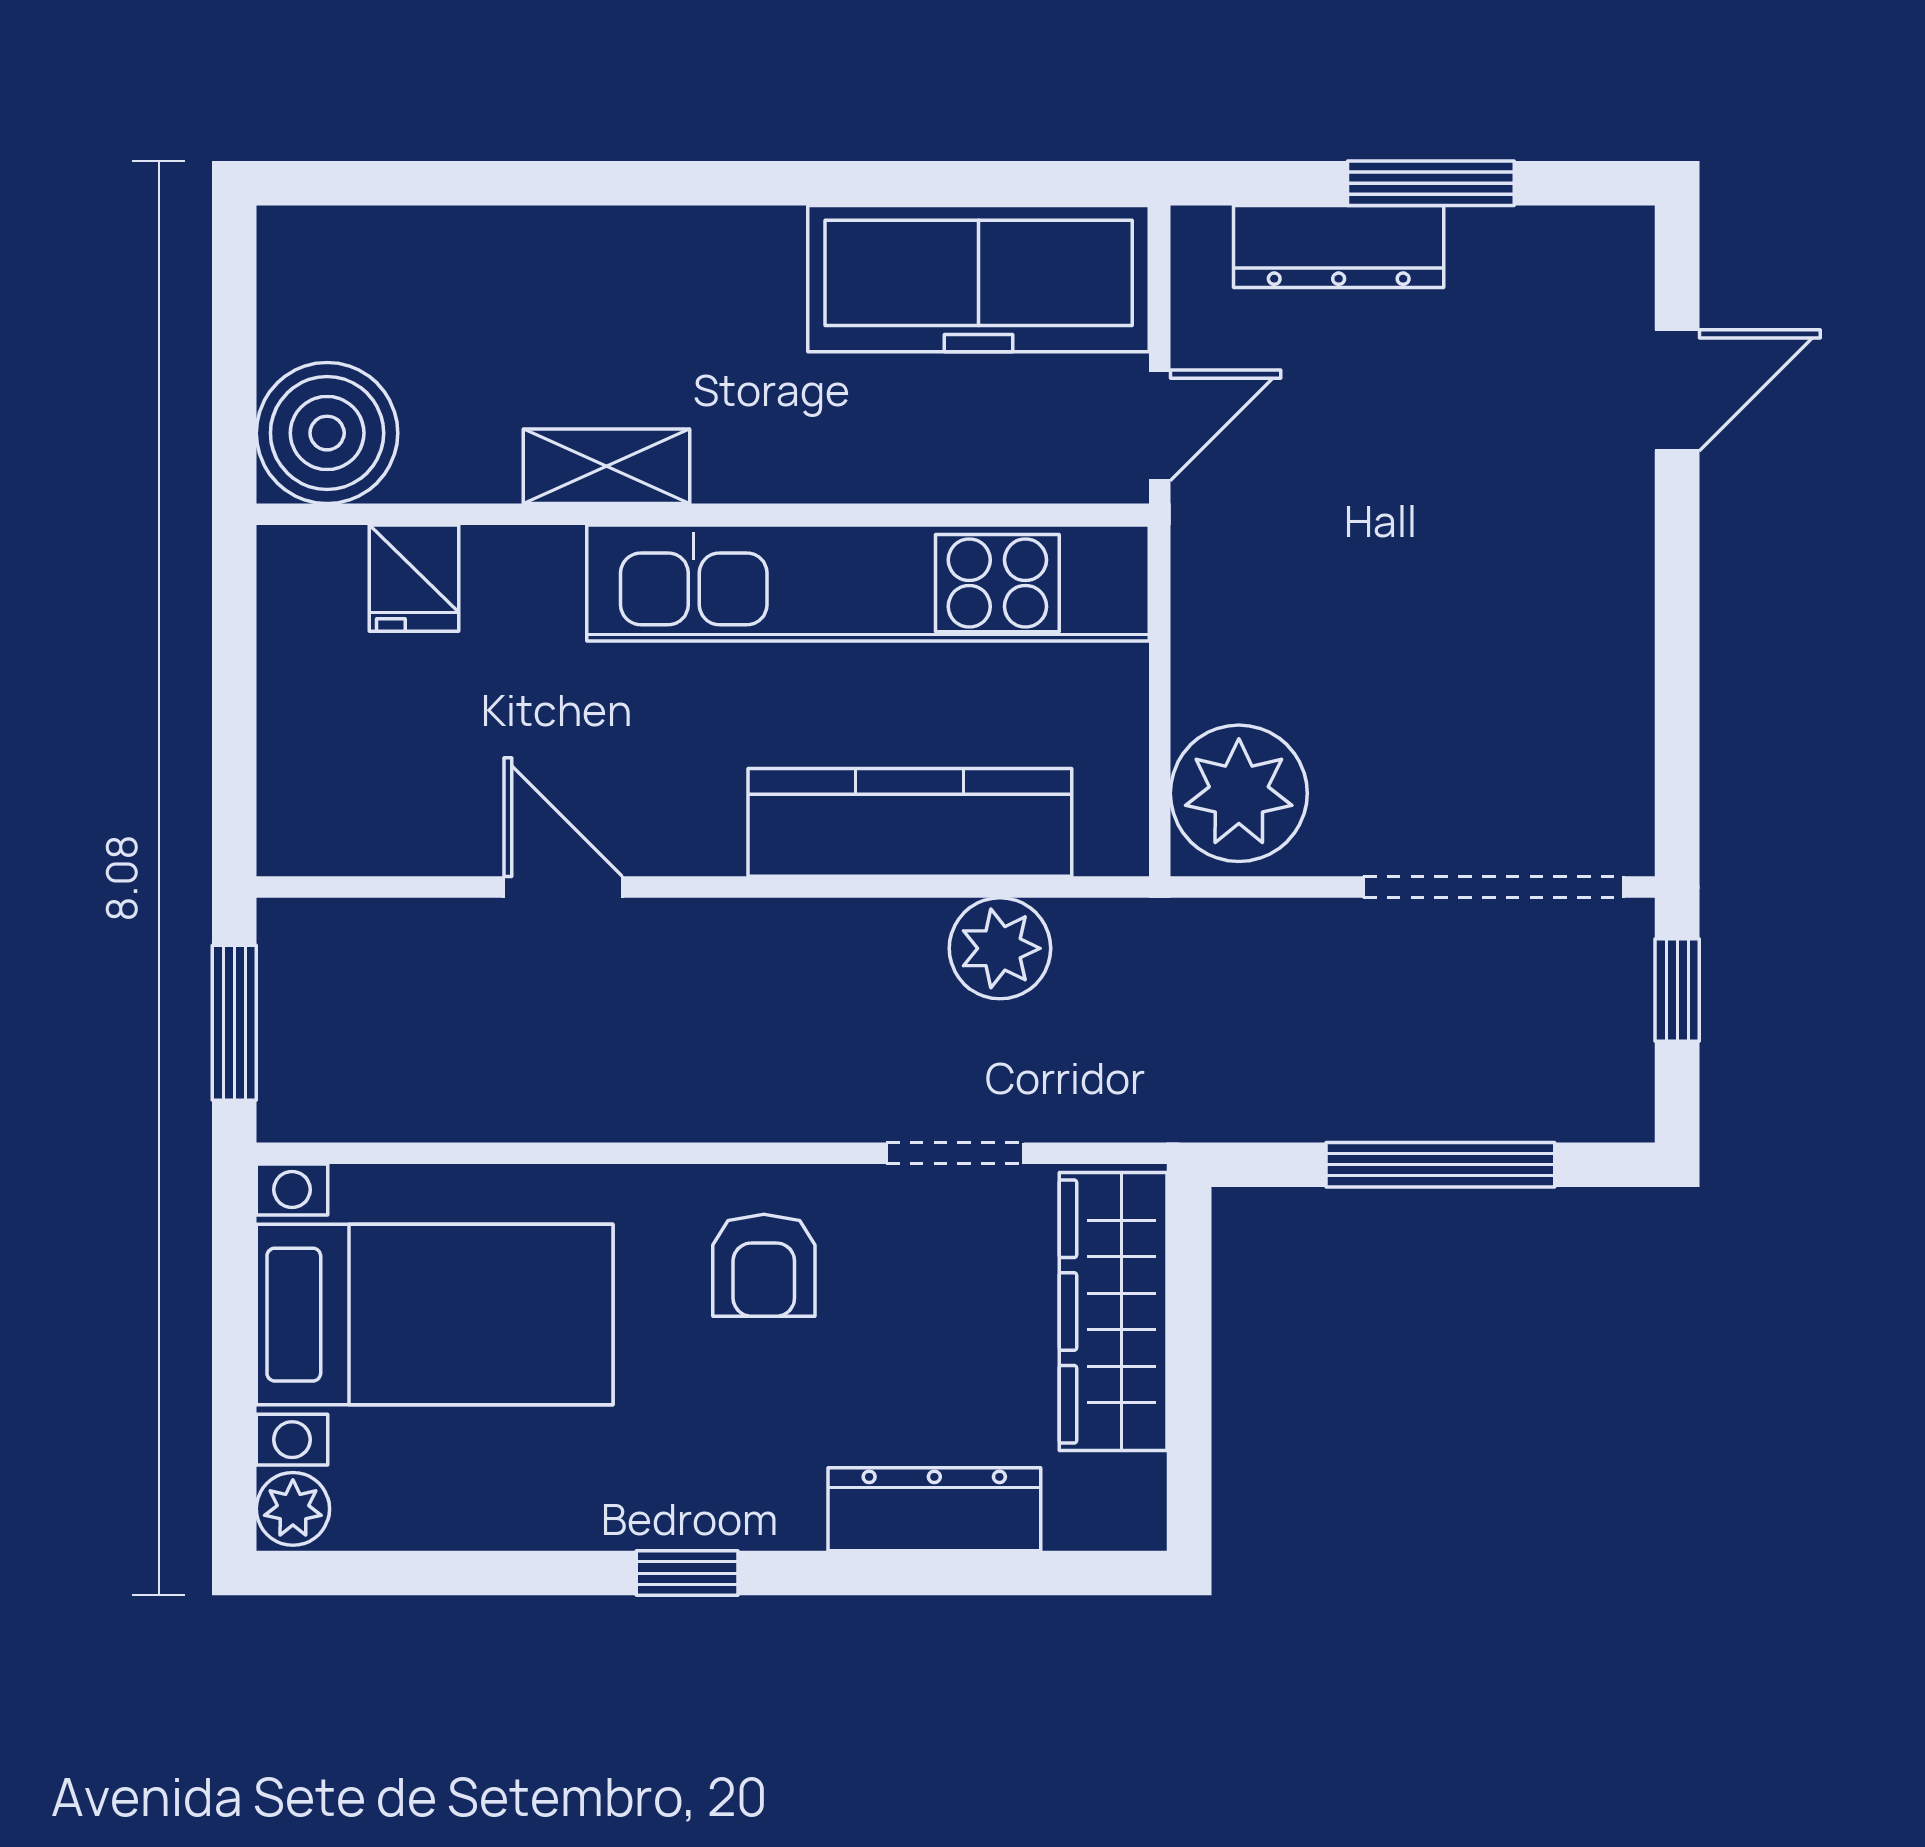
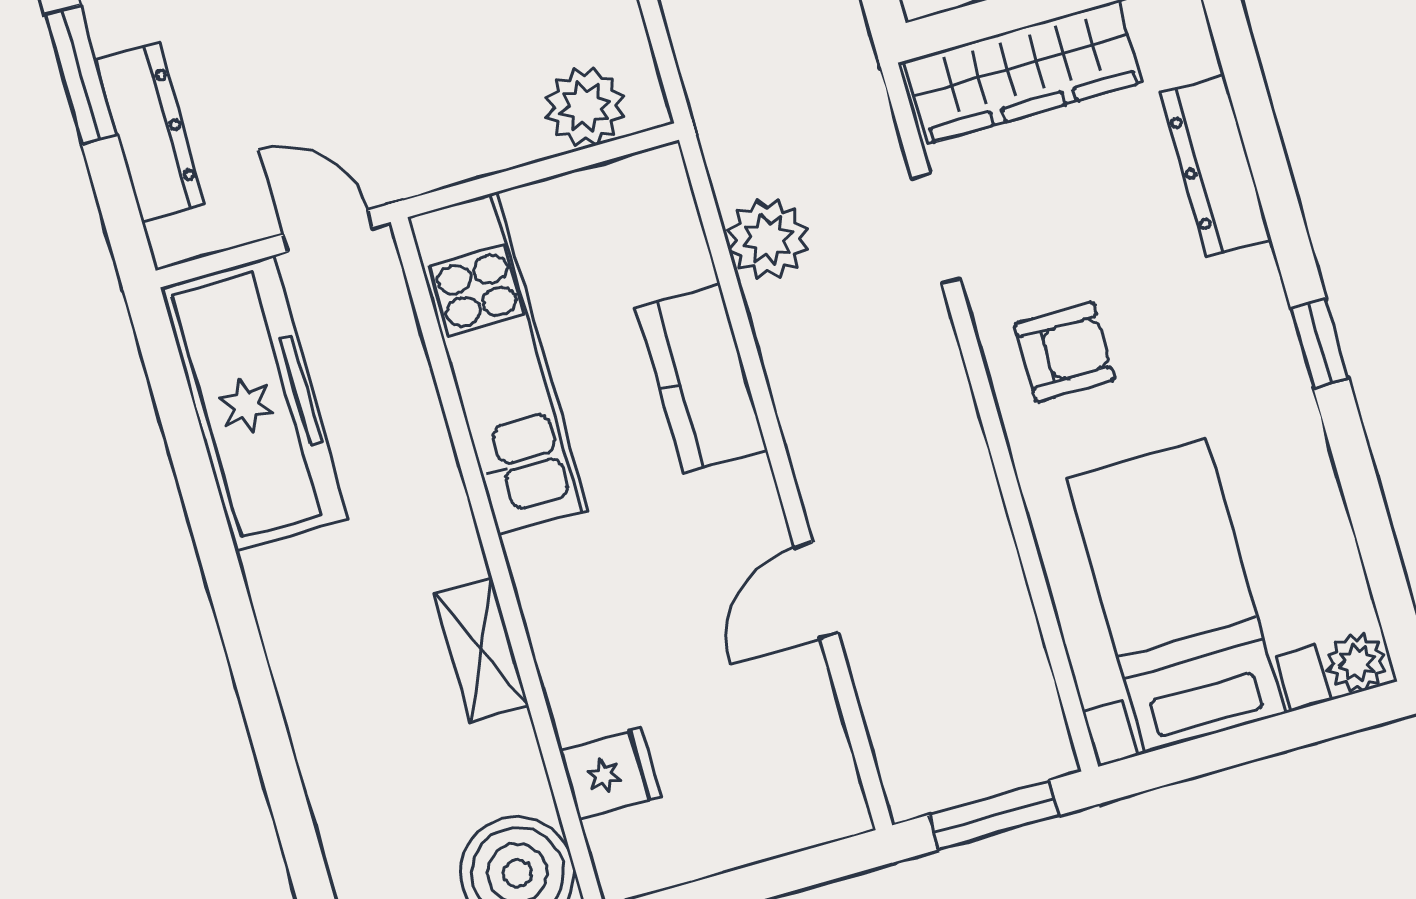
kitchen unit: (868, 583) -> (498, 364), width x0.73
plant: (1239, 793) -> (585, 107), width x0.73, depth x0.73
kitchen counter: (910, 822) -> (702, 378), width x0.67

